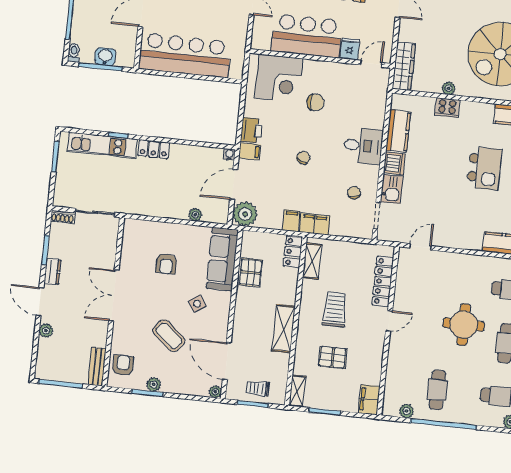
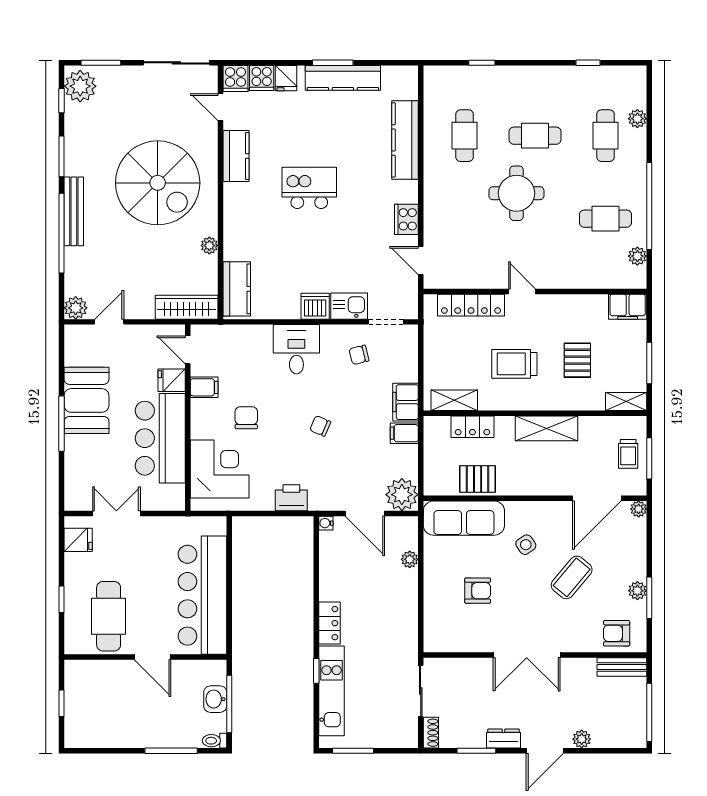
cooker: (447, 108) -> (406, 219), moved, turned 180
kitchen counter: (398, 131) -> (237, 289), moved, turned 90
filing cabinet: (250, 151) -> (204, 387), moved, turned 90
locker: (293, 252) -> (472, 427), moved

